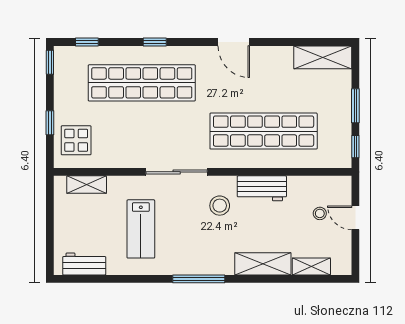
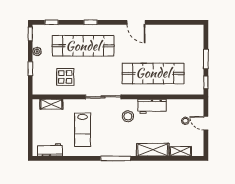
shelving: (323, 57) -> (187, 31), removed
plant: (62, 93) -> (37, 52), added
display table: (76, 140) -> (65, 77), moved

